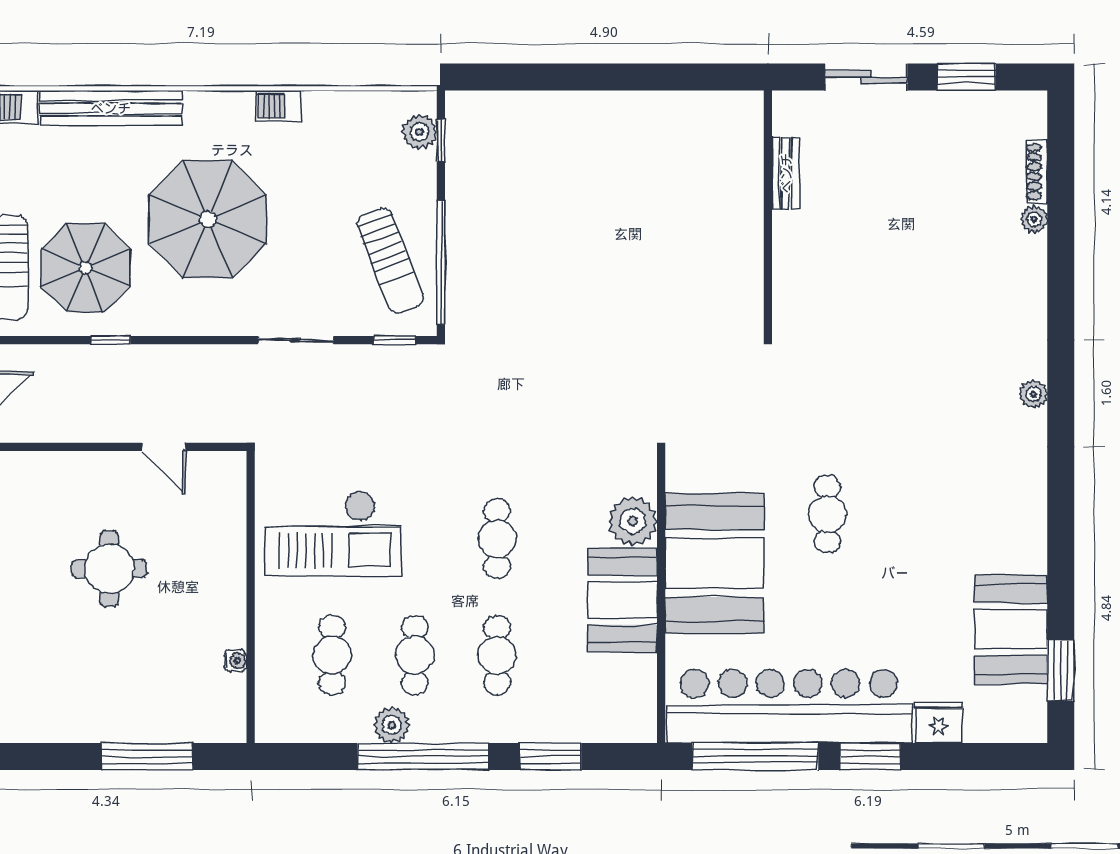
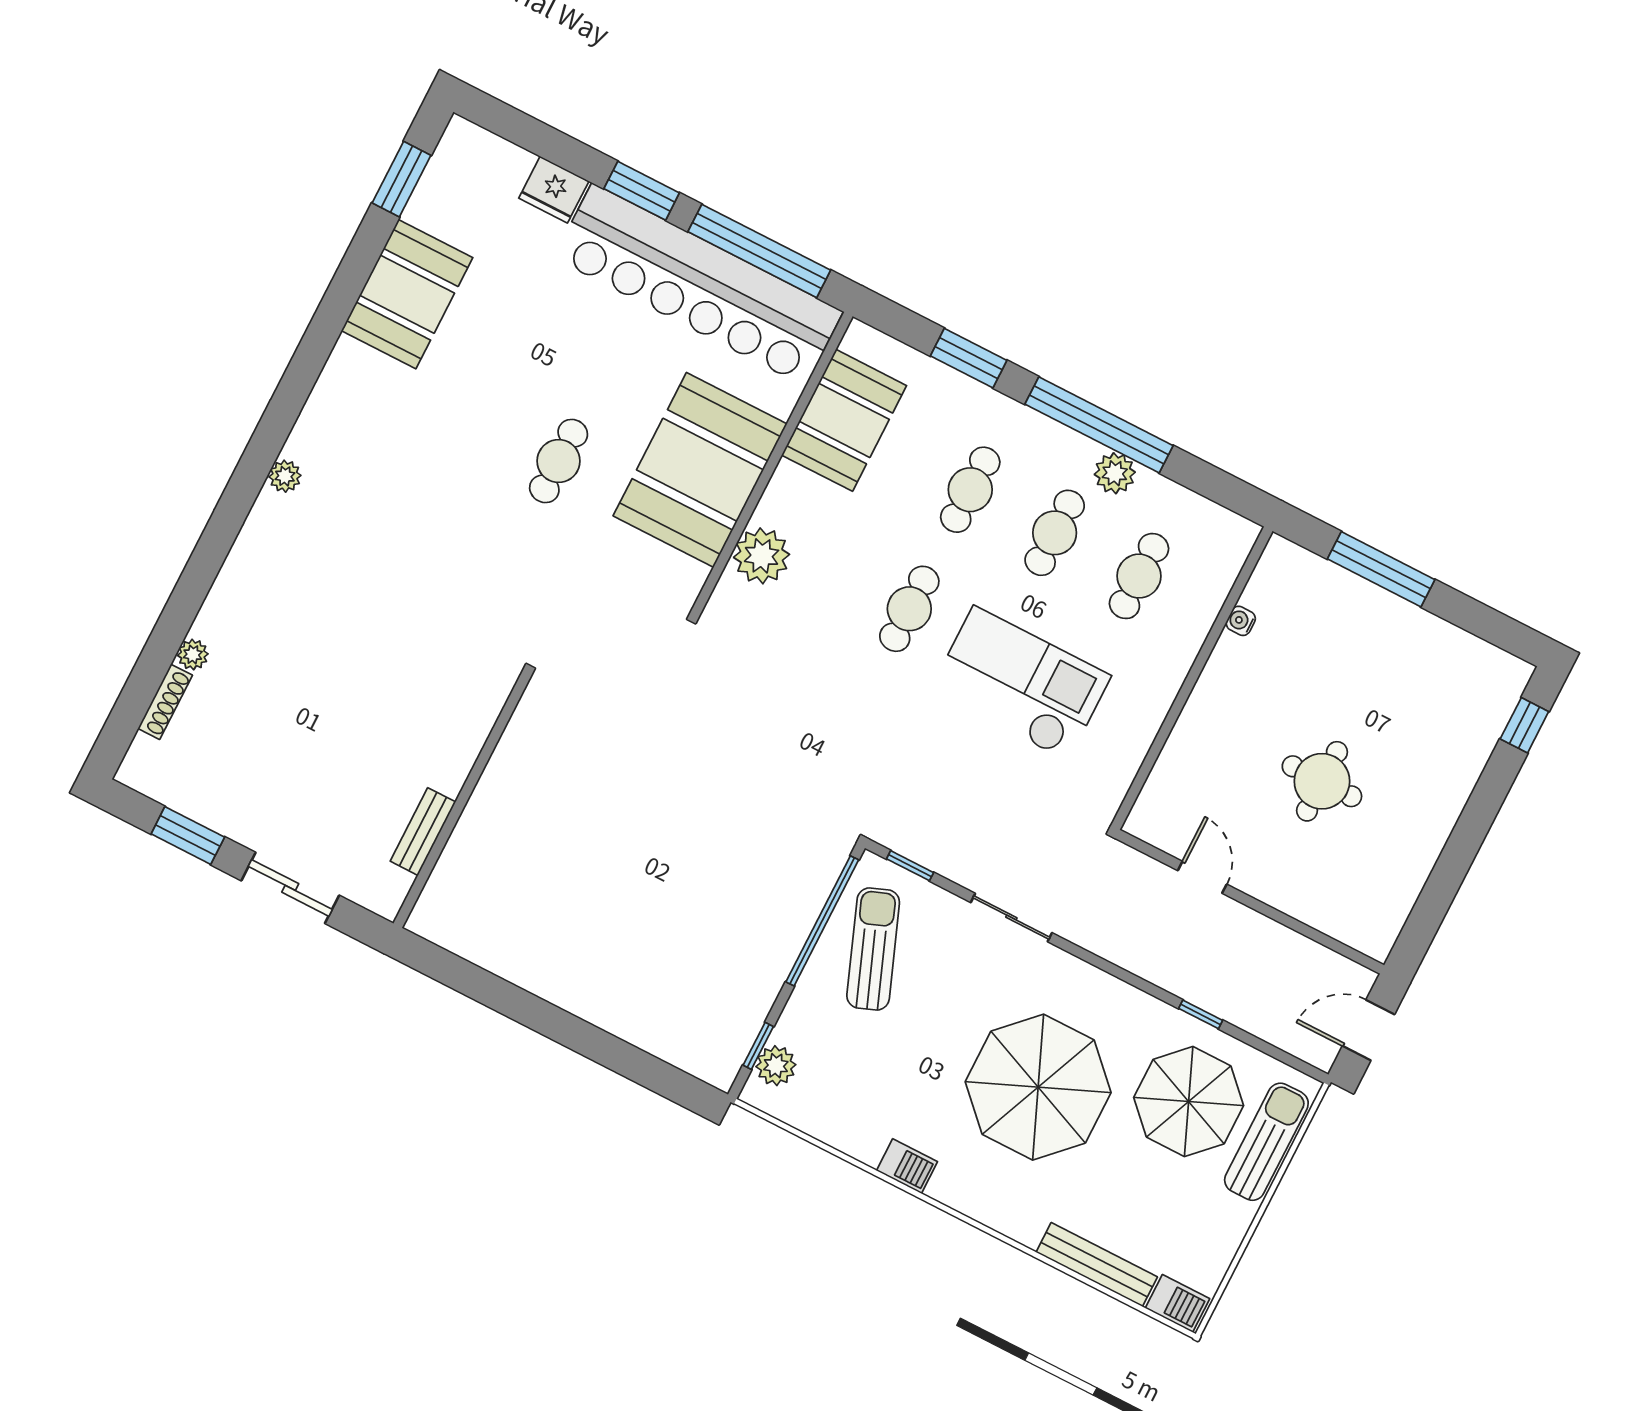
bench: (111, 108) -> (1097, 1265), width x0.73, depth x0.82
checkout: (333, 533) -> (1021, 683), moved
booth: (622, 600) -> (844, 420), moved
booth: (1011, 629) -> (407, 294), moved

